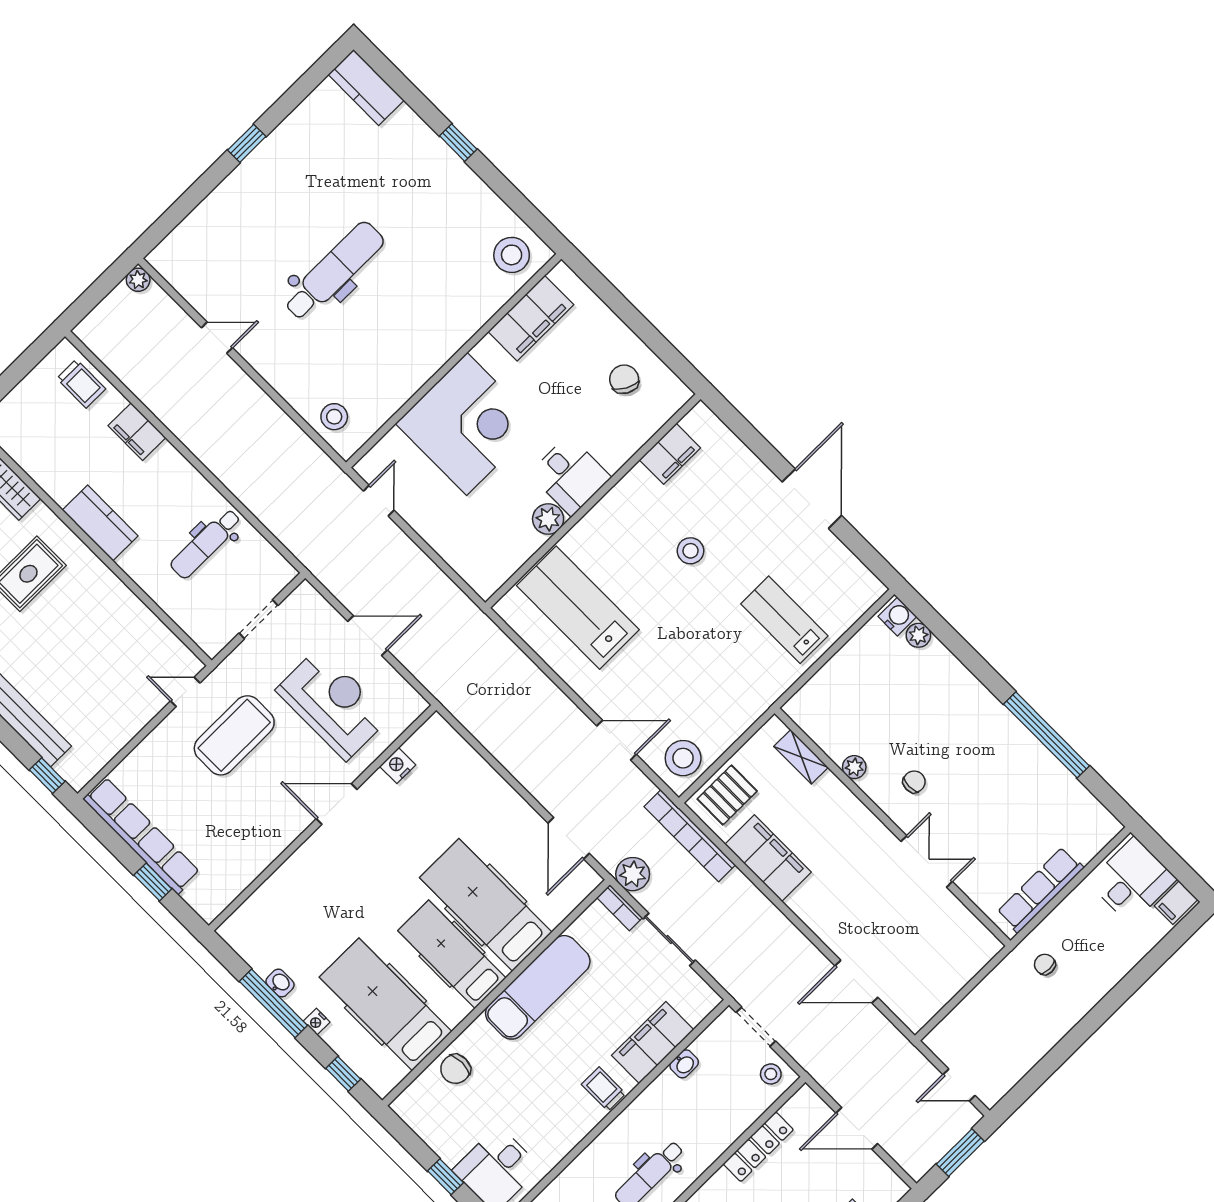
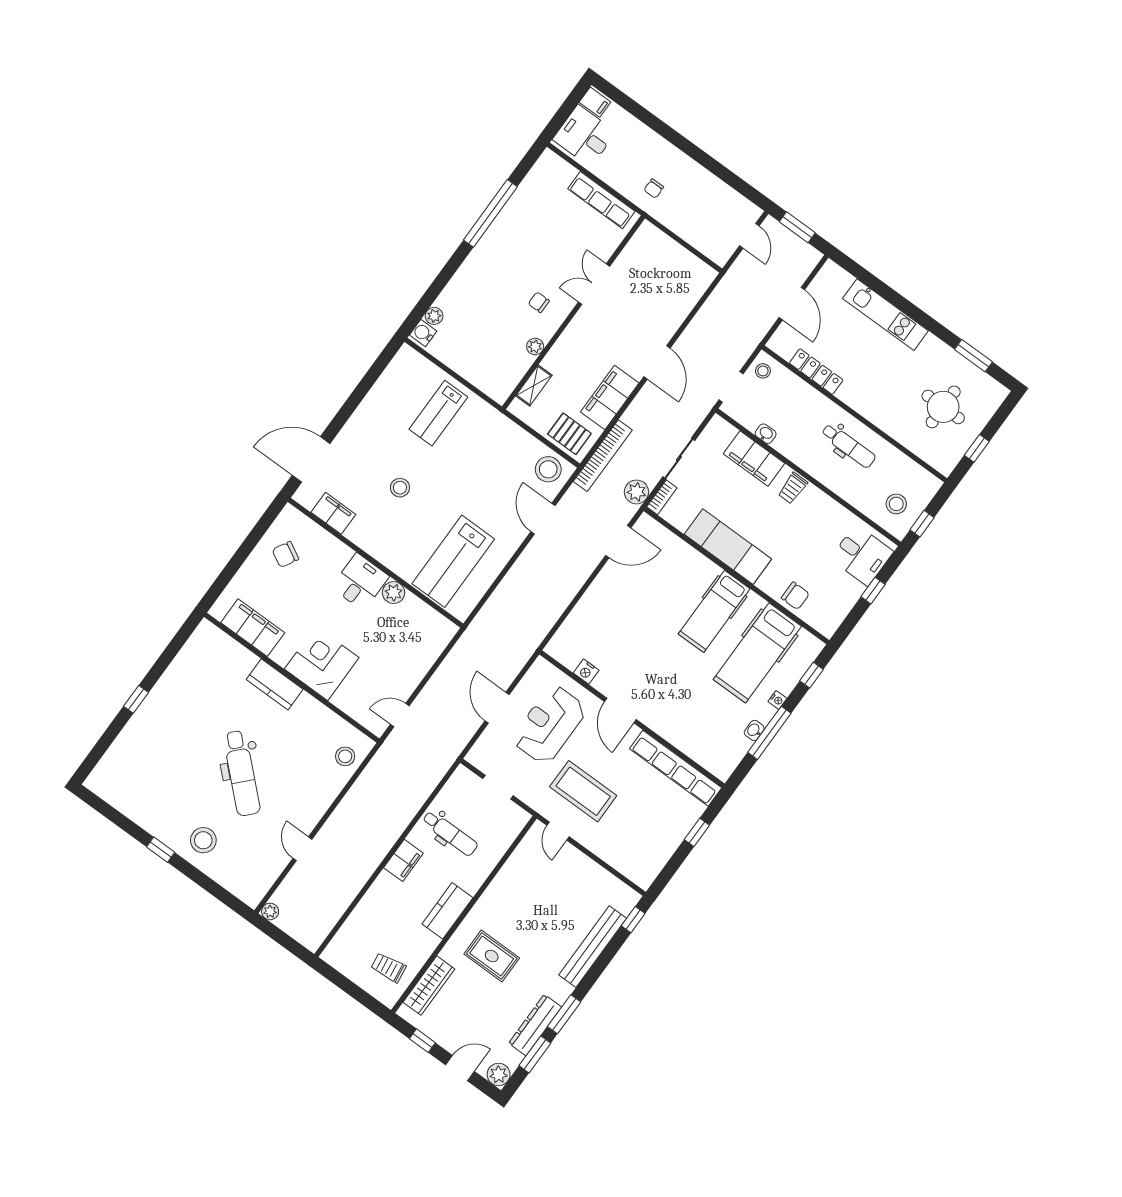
kitchen counter: (366, 88) -> (275, 684), moved, turned 90
stool: (512, 255) -> (203, 840), moved
dental chair: (334, 271) -> (242, 773), turned -137
trolley: (81, 384) -> (388, 968), moved, turned -98
corner desk: (467, 424) -> (322, 663), width x0.74, depth x0.74
filing cabinet: (137, 432) -> (403, 860), moved
door: (812, 499) -> (311, 459), moved
row of seats: (141, 836) -> (676, 768), moved, turned -90
hospital bed: (486, 905) -> (675, 593), removed
door: (856, 982) -> (657, 362), moved

